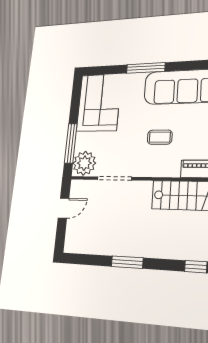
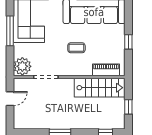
window: (71, 143) -> (10, 31), moved

